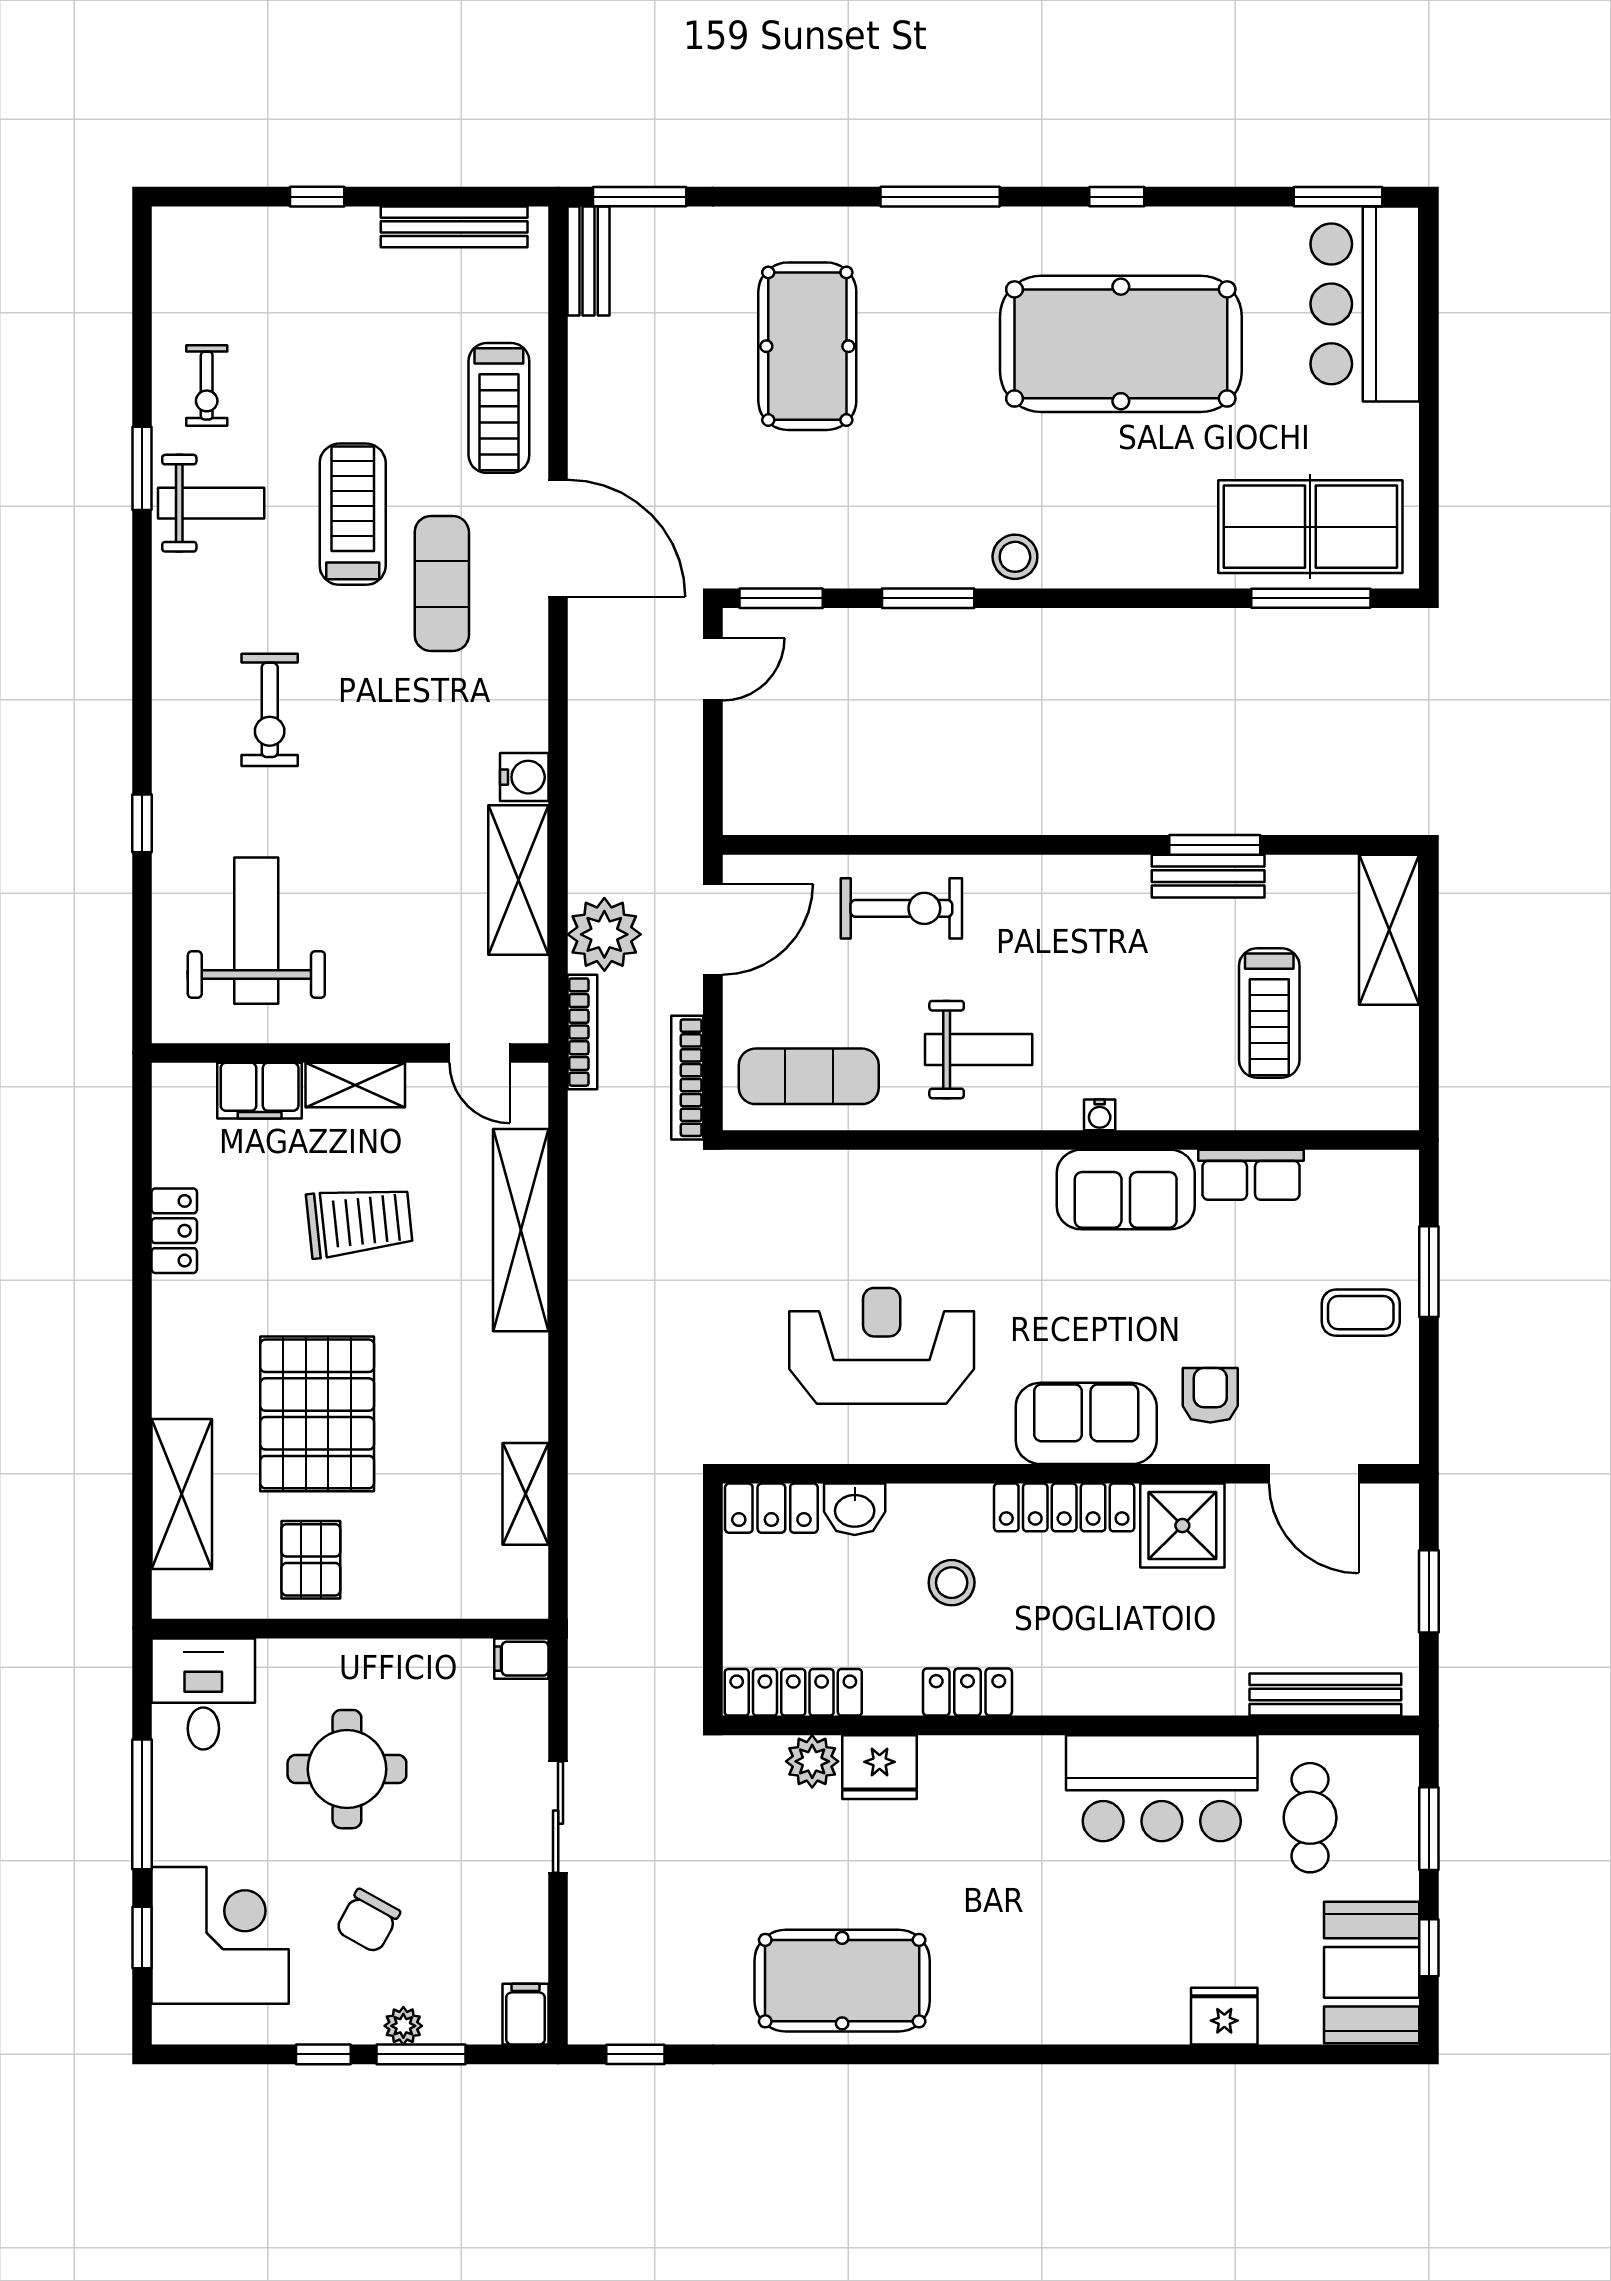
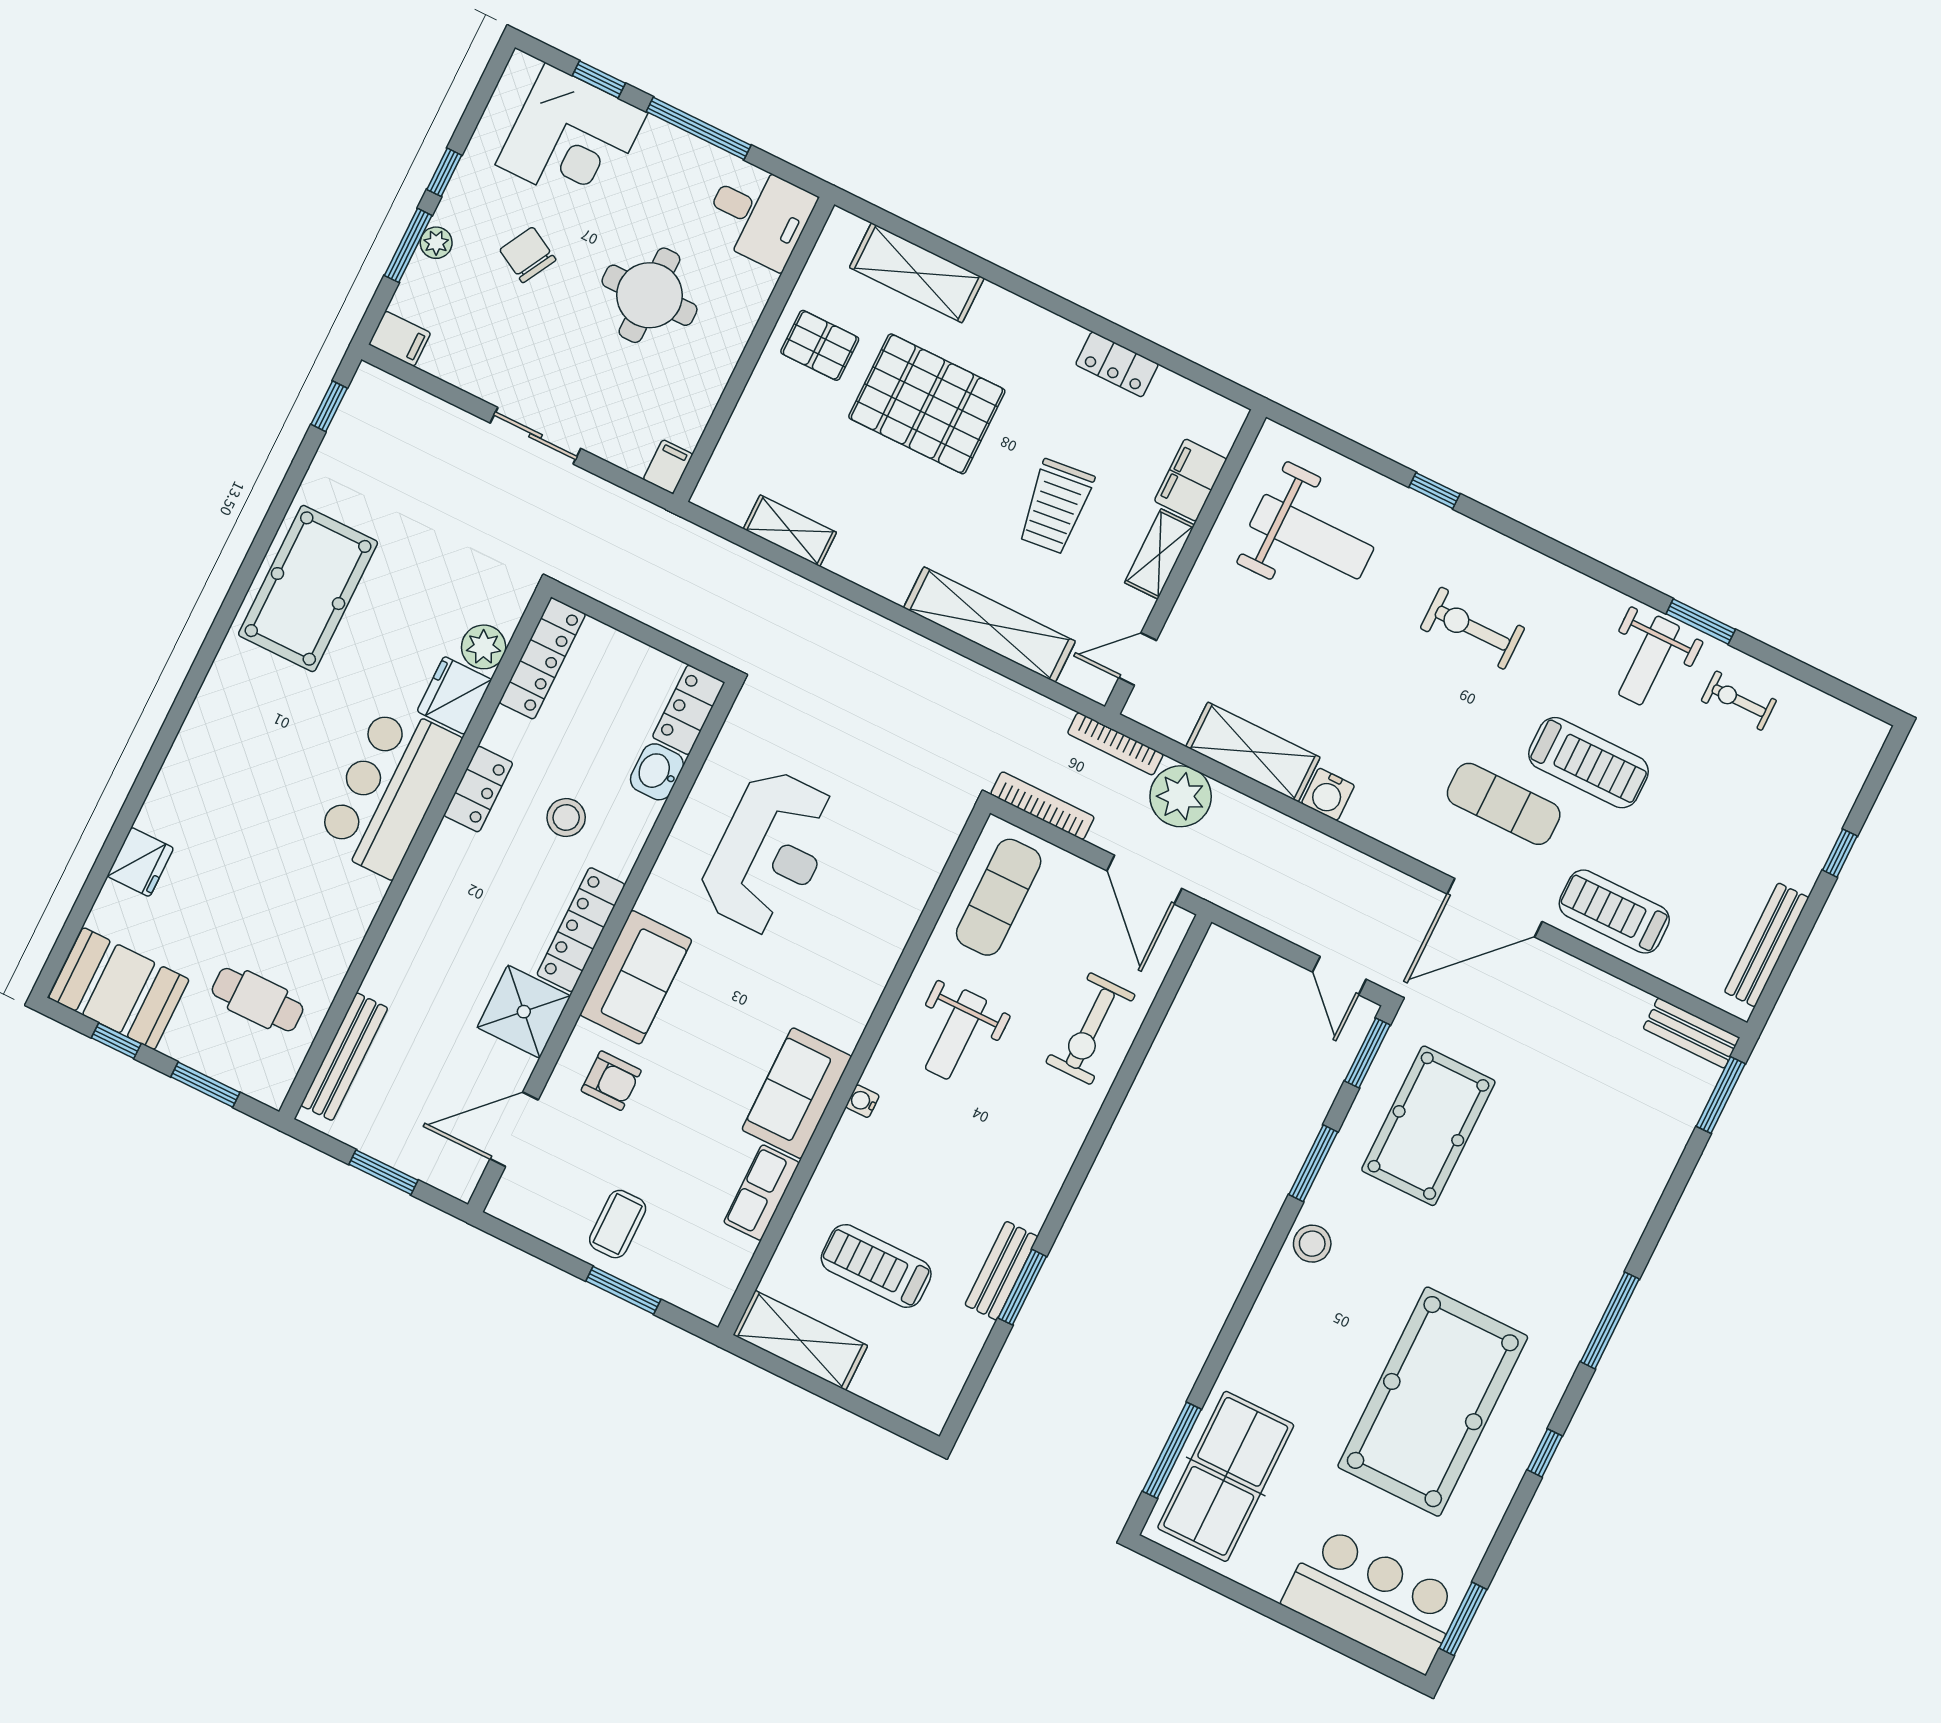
pool table: (807, 346) -> (1428, 1126), moved, turned 90
shelving: (1389, 930) -> (800, 1340), moved
bar counter: (1162, 1788) -> (388, 790), moved

